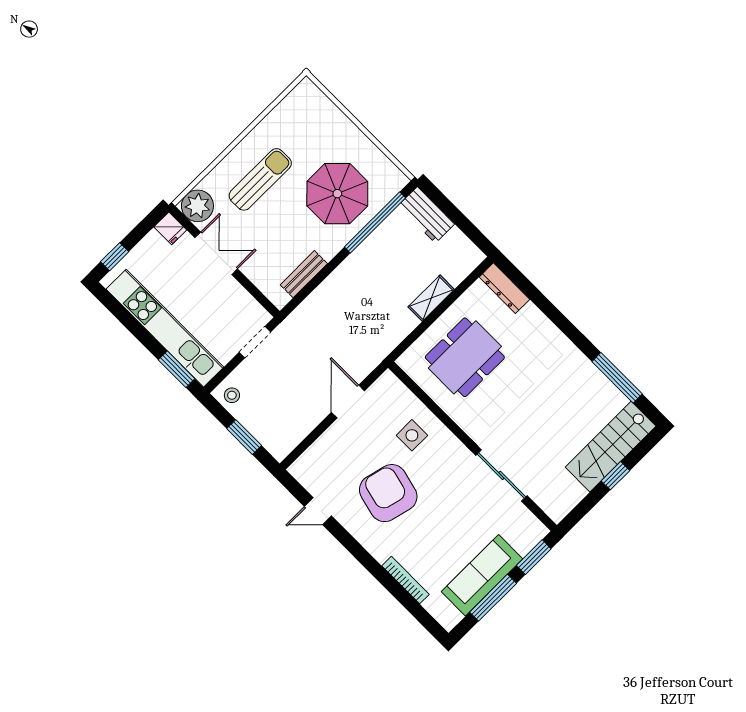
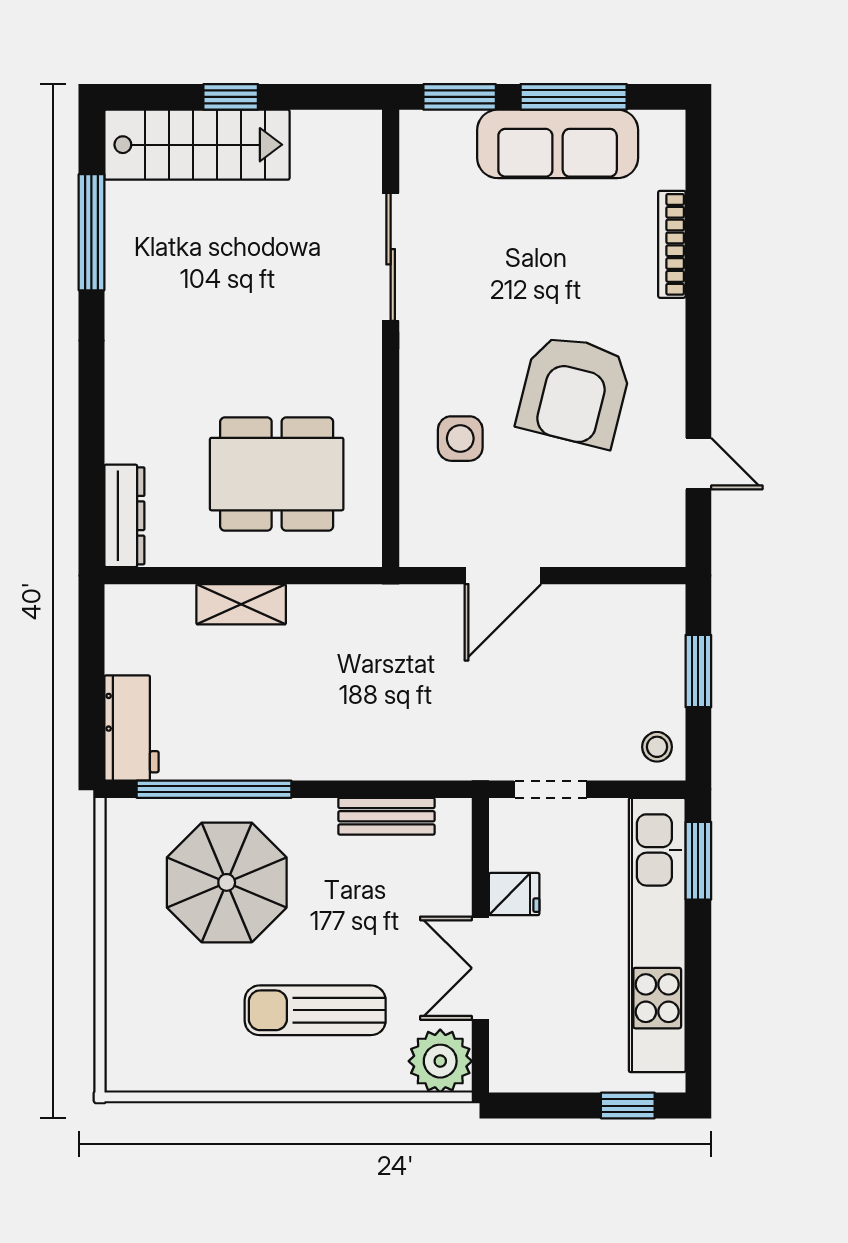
fridge: (170, 228) -> (514, 894), moved, turned 90

